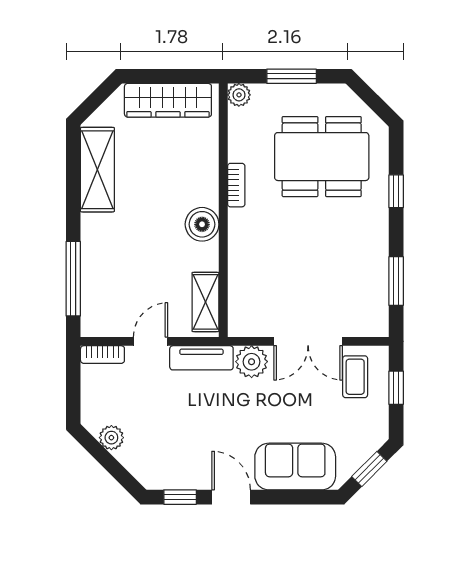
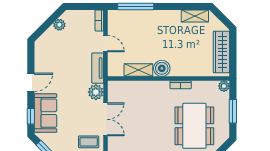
shelving: (97, 170) -> (195, 16), width x0.67, depth x0.75
shelving: (206, 302) -> (138, 70), moved
double door: (308, 341) -> (106, 119), swing flipped
window: (180, 497) -> (31, 116), moved

